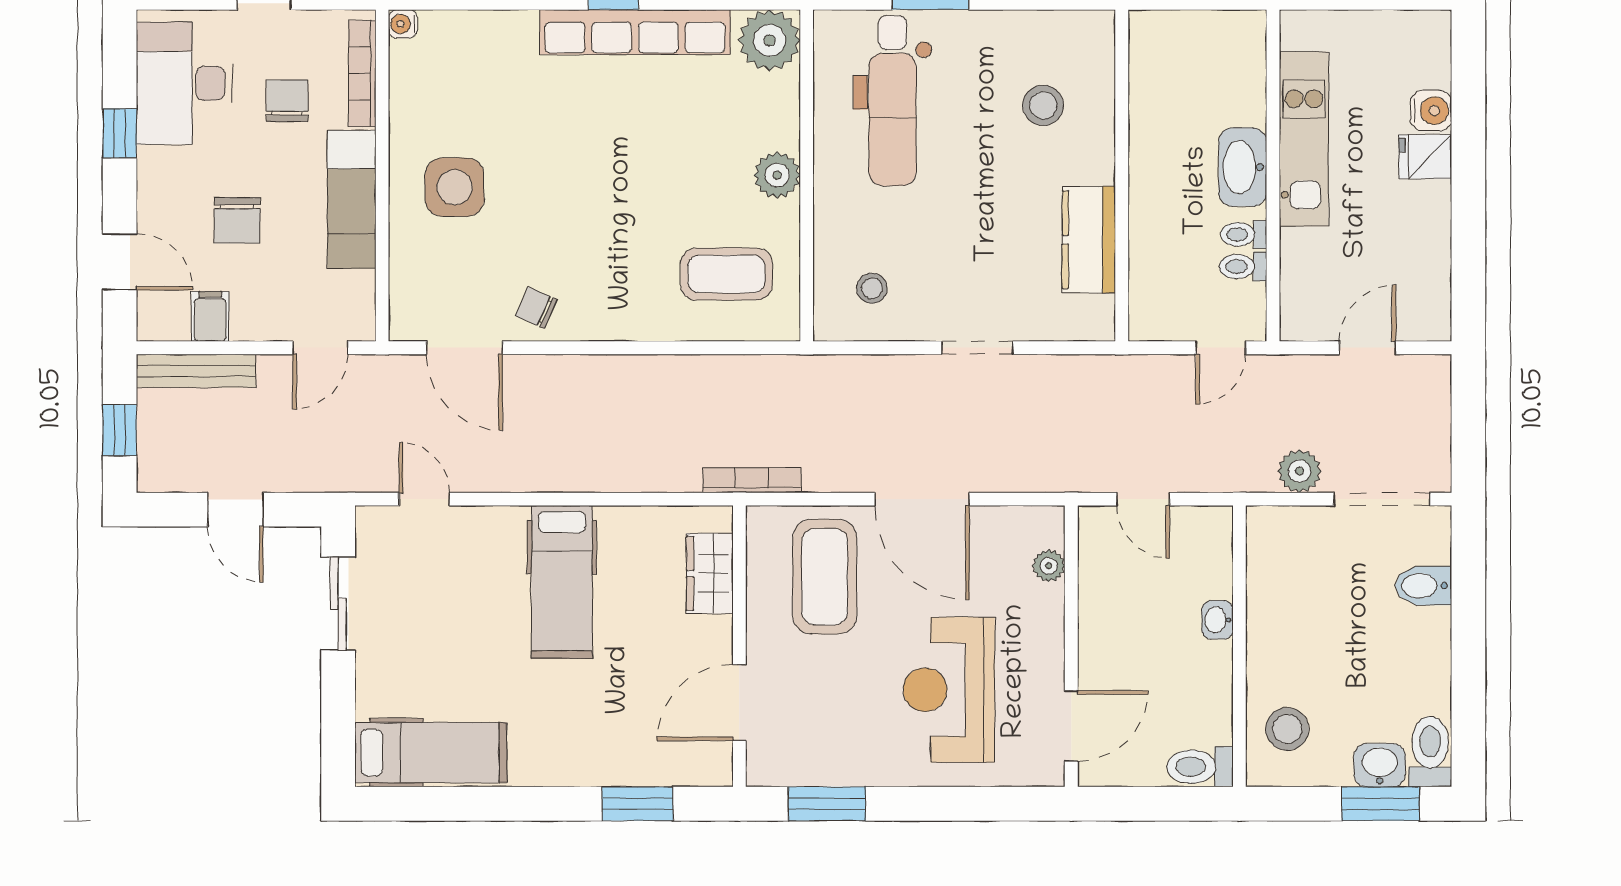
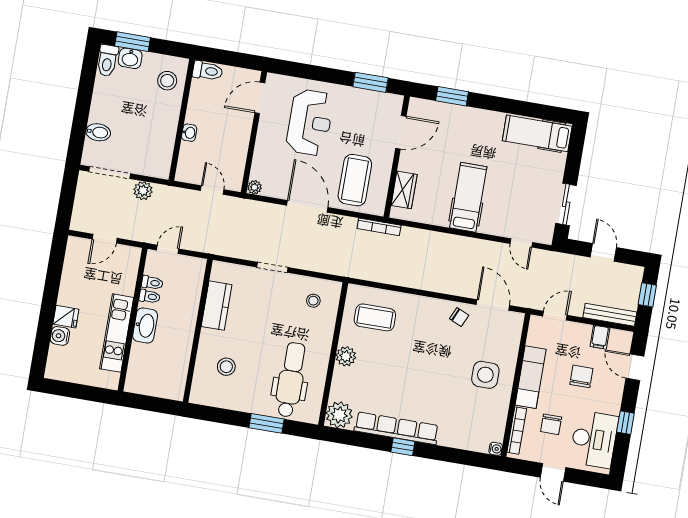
plant: (1049, 566) -> (255, 187), moved

